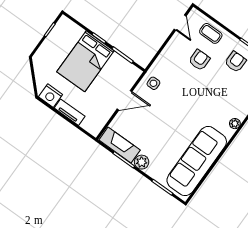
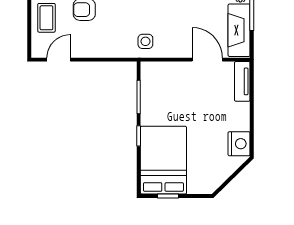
bed: (85, 61) -> (163, 160), moved, turned -90
door: (124, 100) -> (207, 60), moved
tv unit: (70, 112) -> (242, 81), moved

